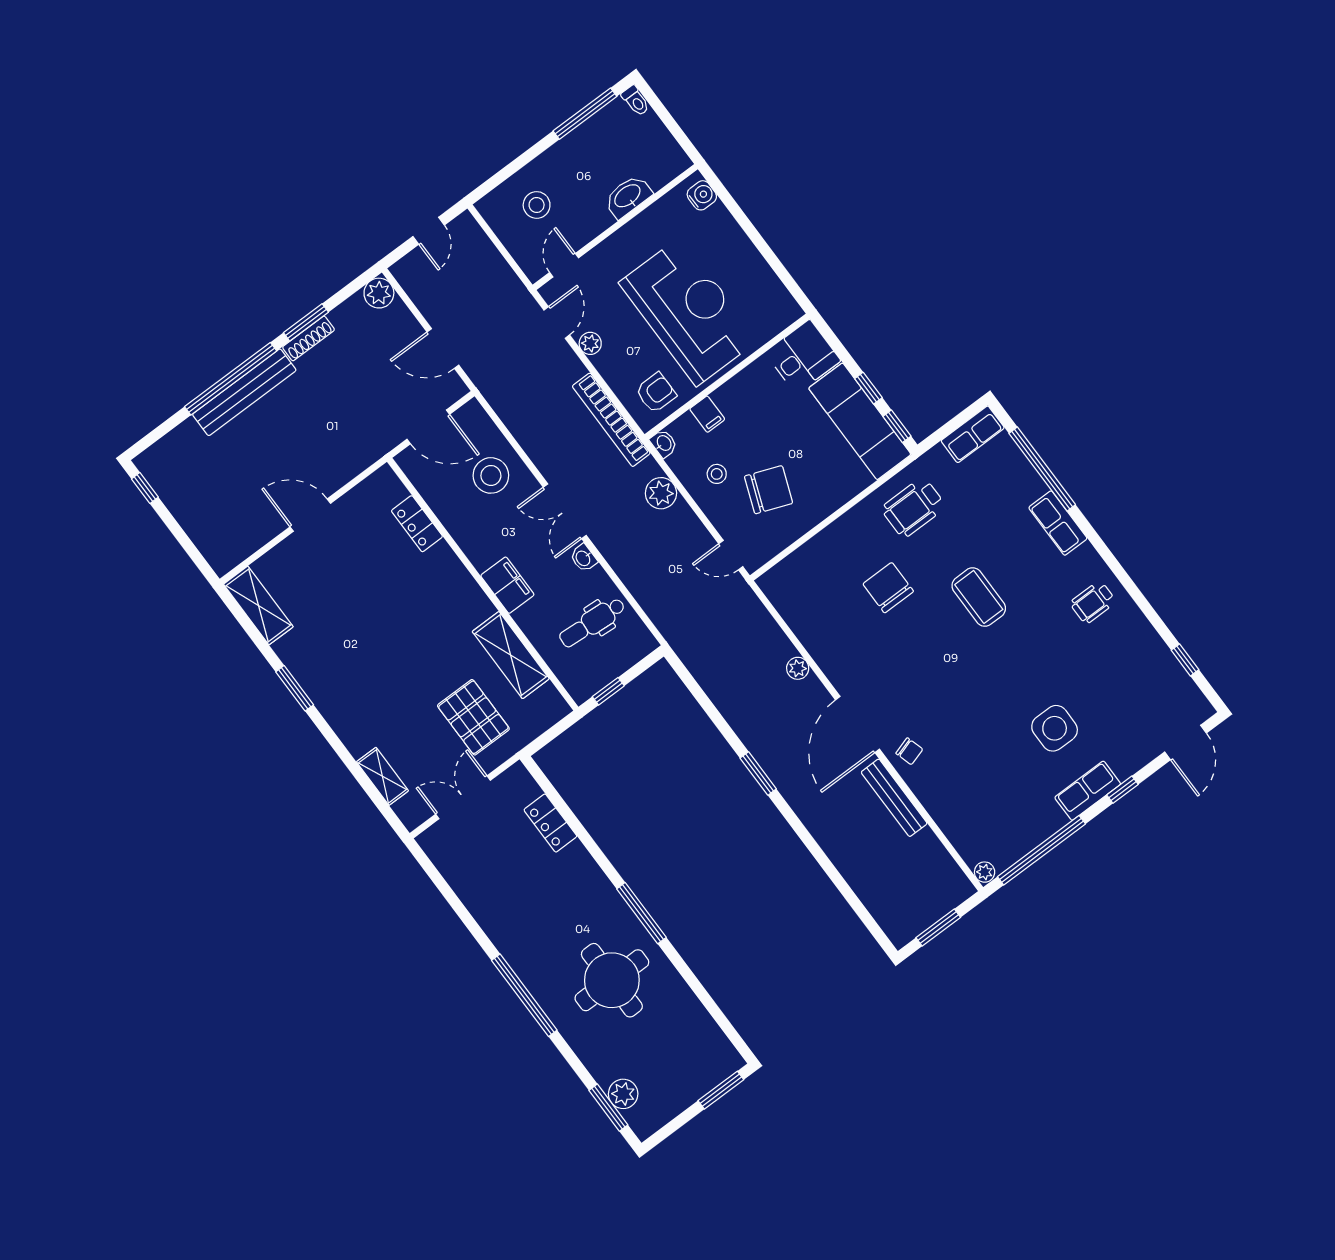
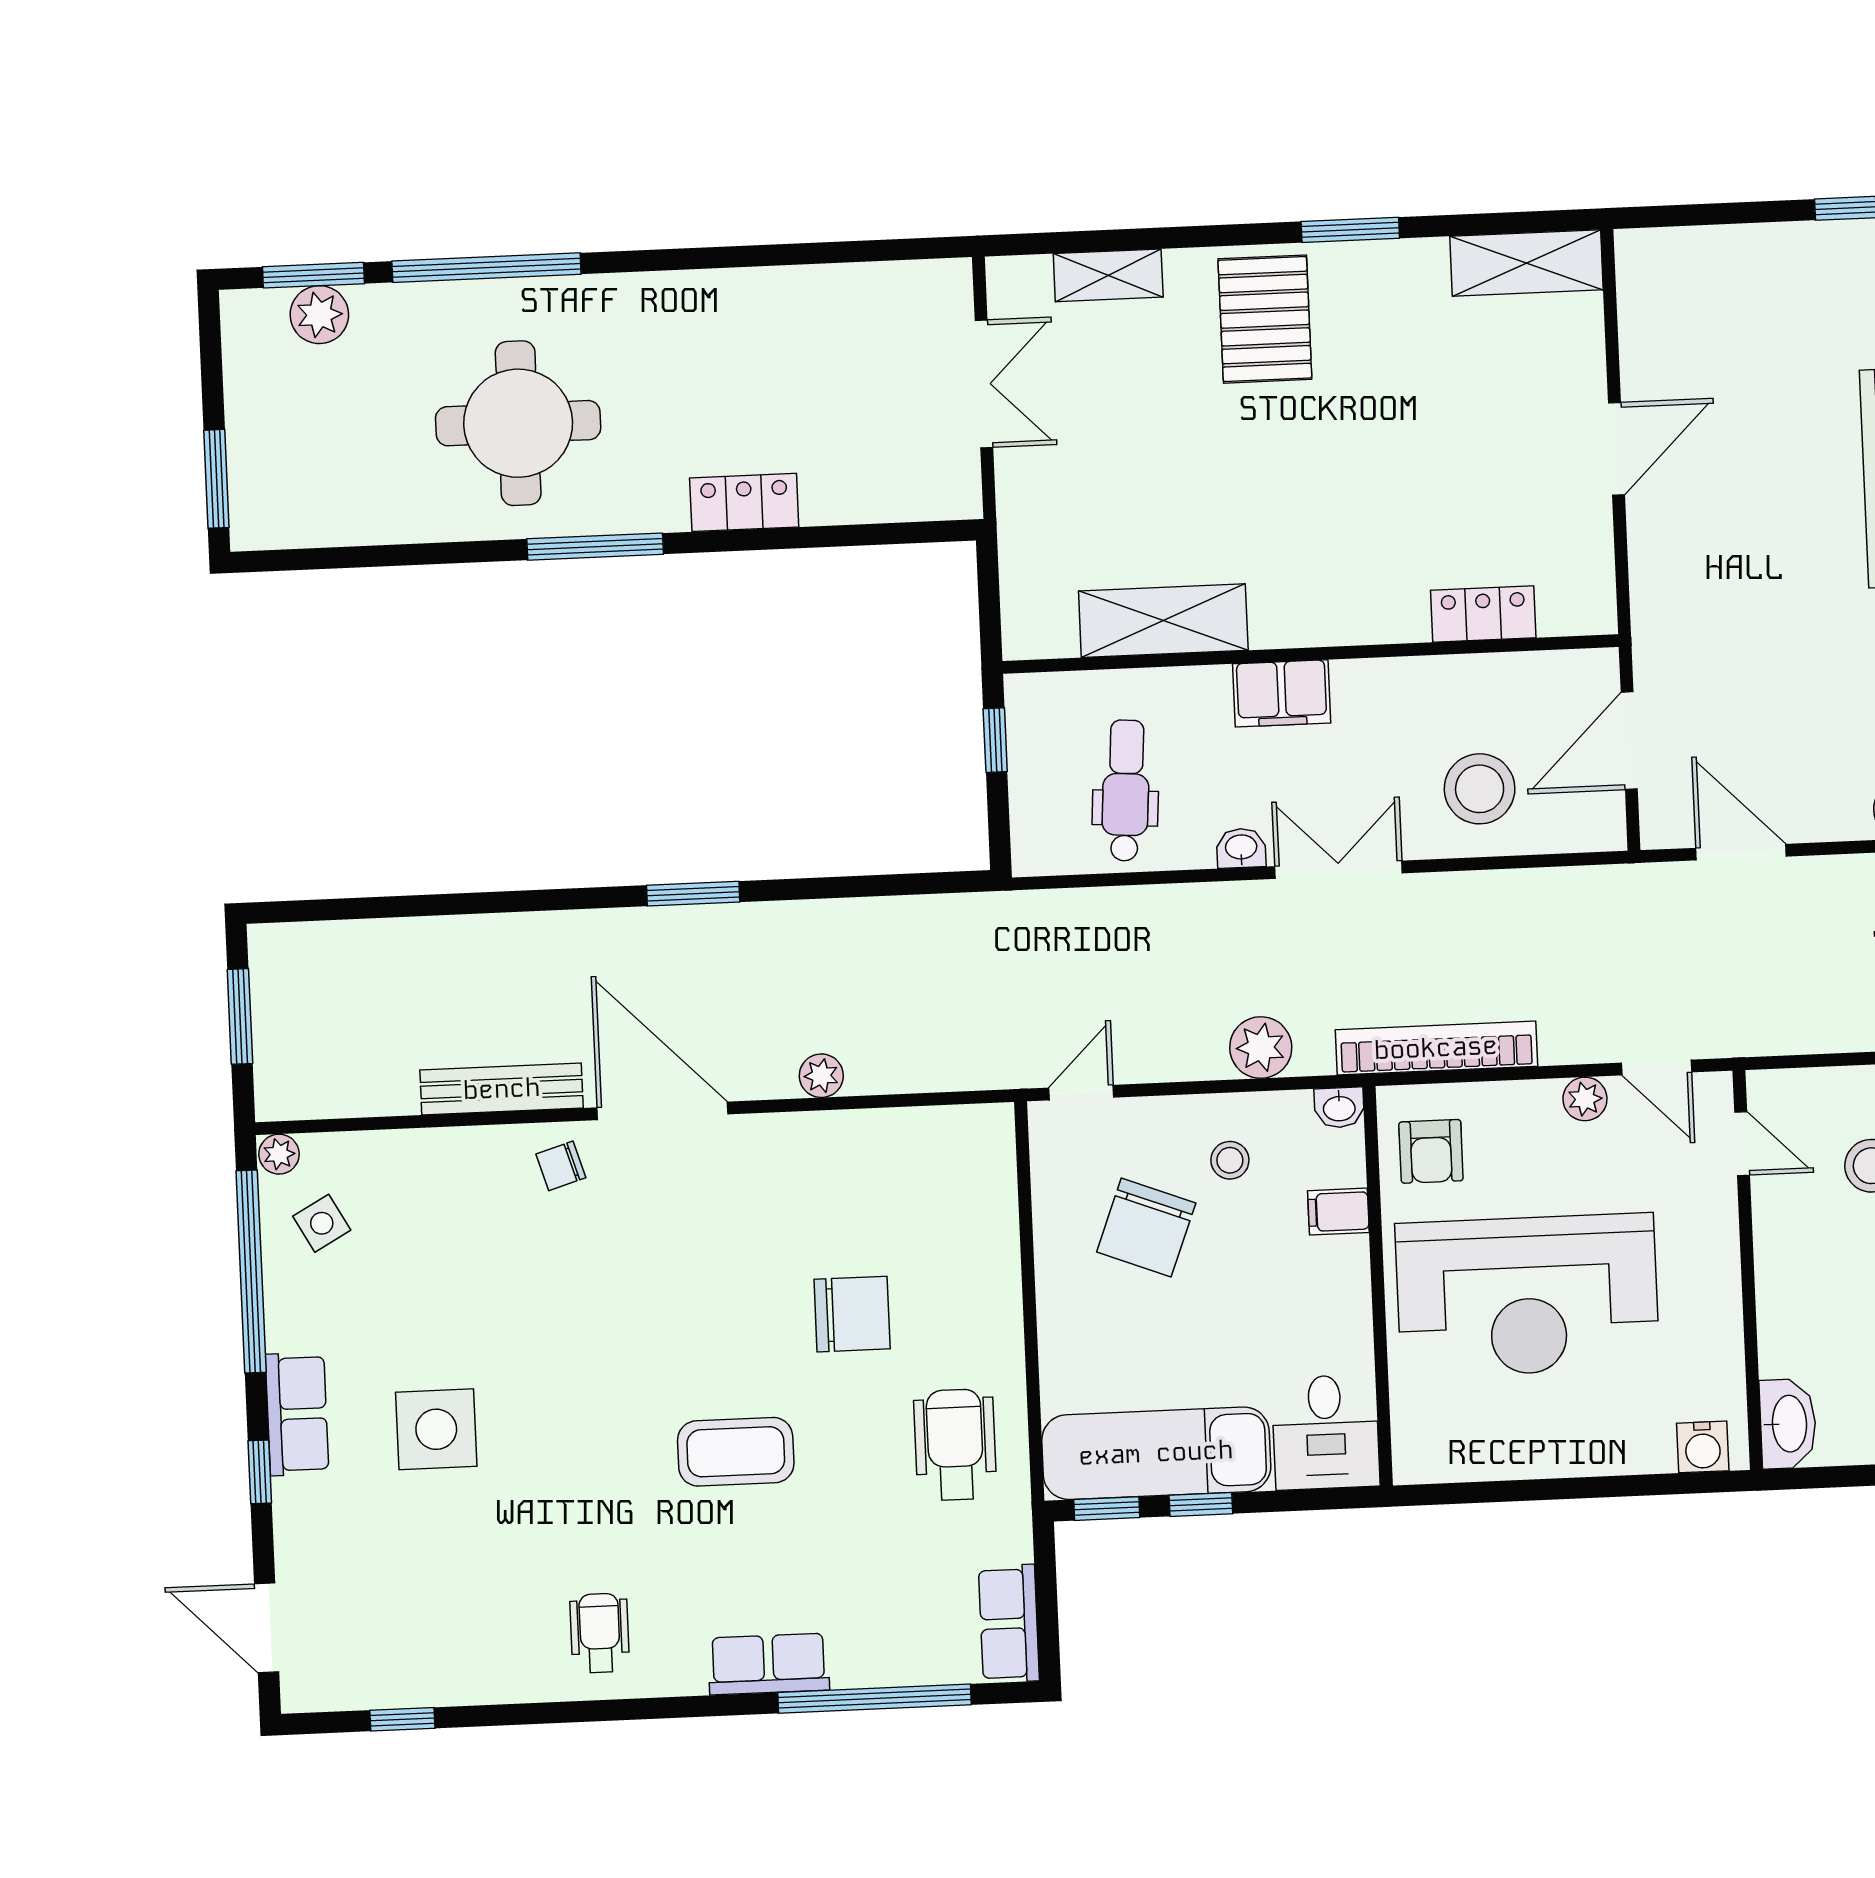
washbasin: (628, 196) -> (1788, 1424), moved
door: (443, 349) -> (1741, 852), hinge flipped
pallet: (473, 717) -> (1265, 319), moved, turned 90
locker: (550, 823) -> (744, 502), moved
side table: (1001, 835) -> (322, 1223), added
window: (524, 995) -> (486, 268), moved

